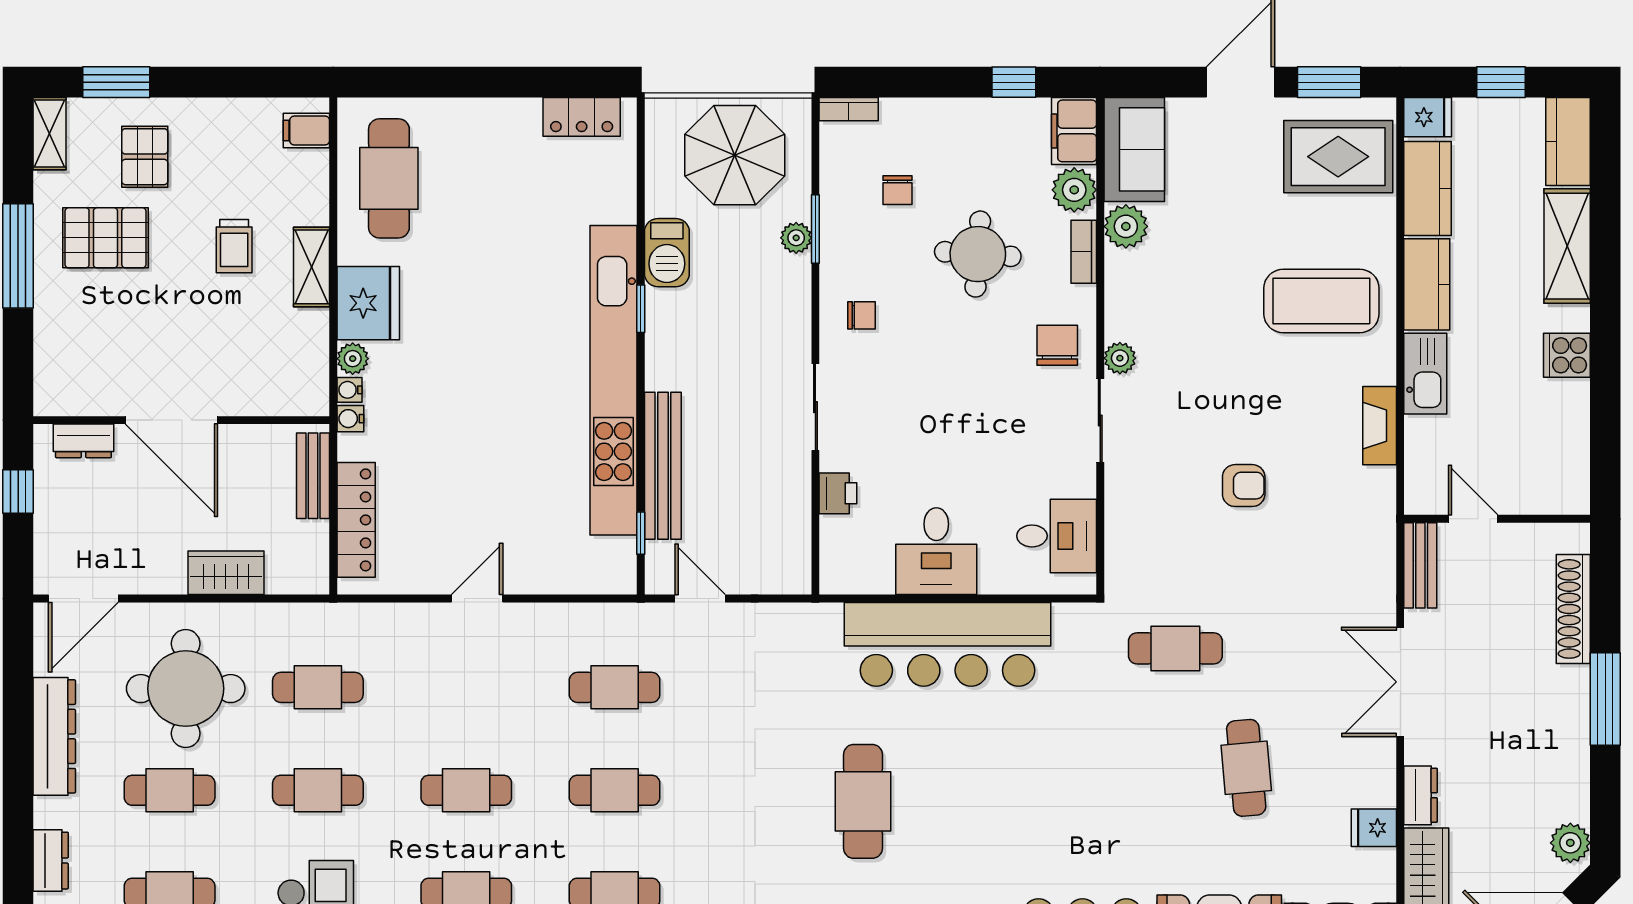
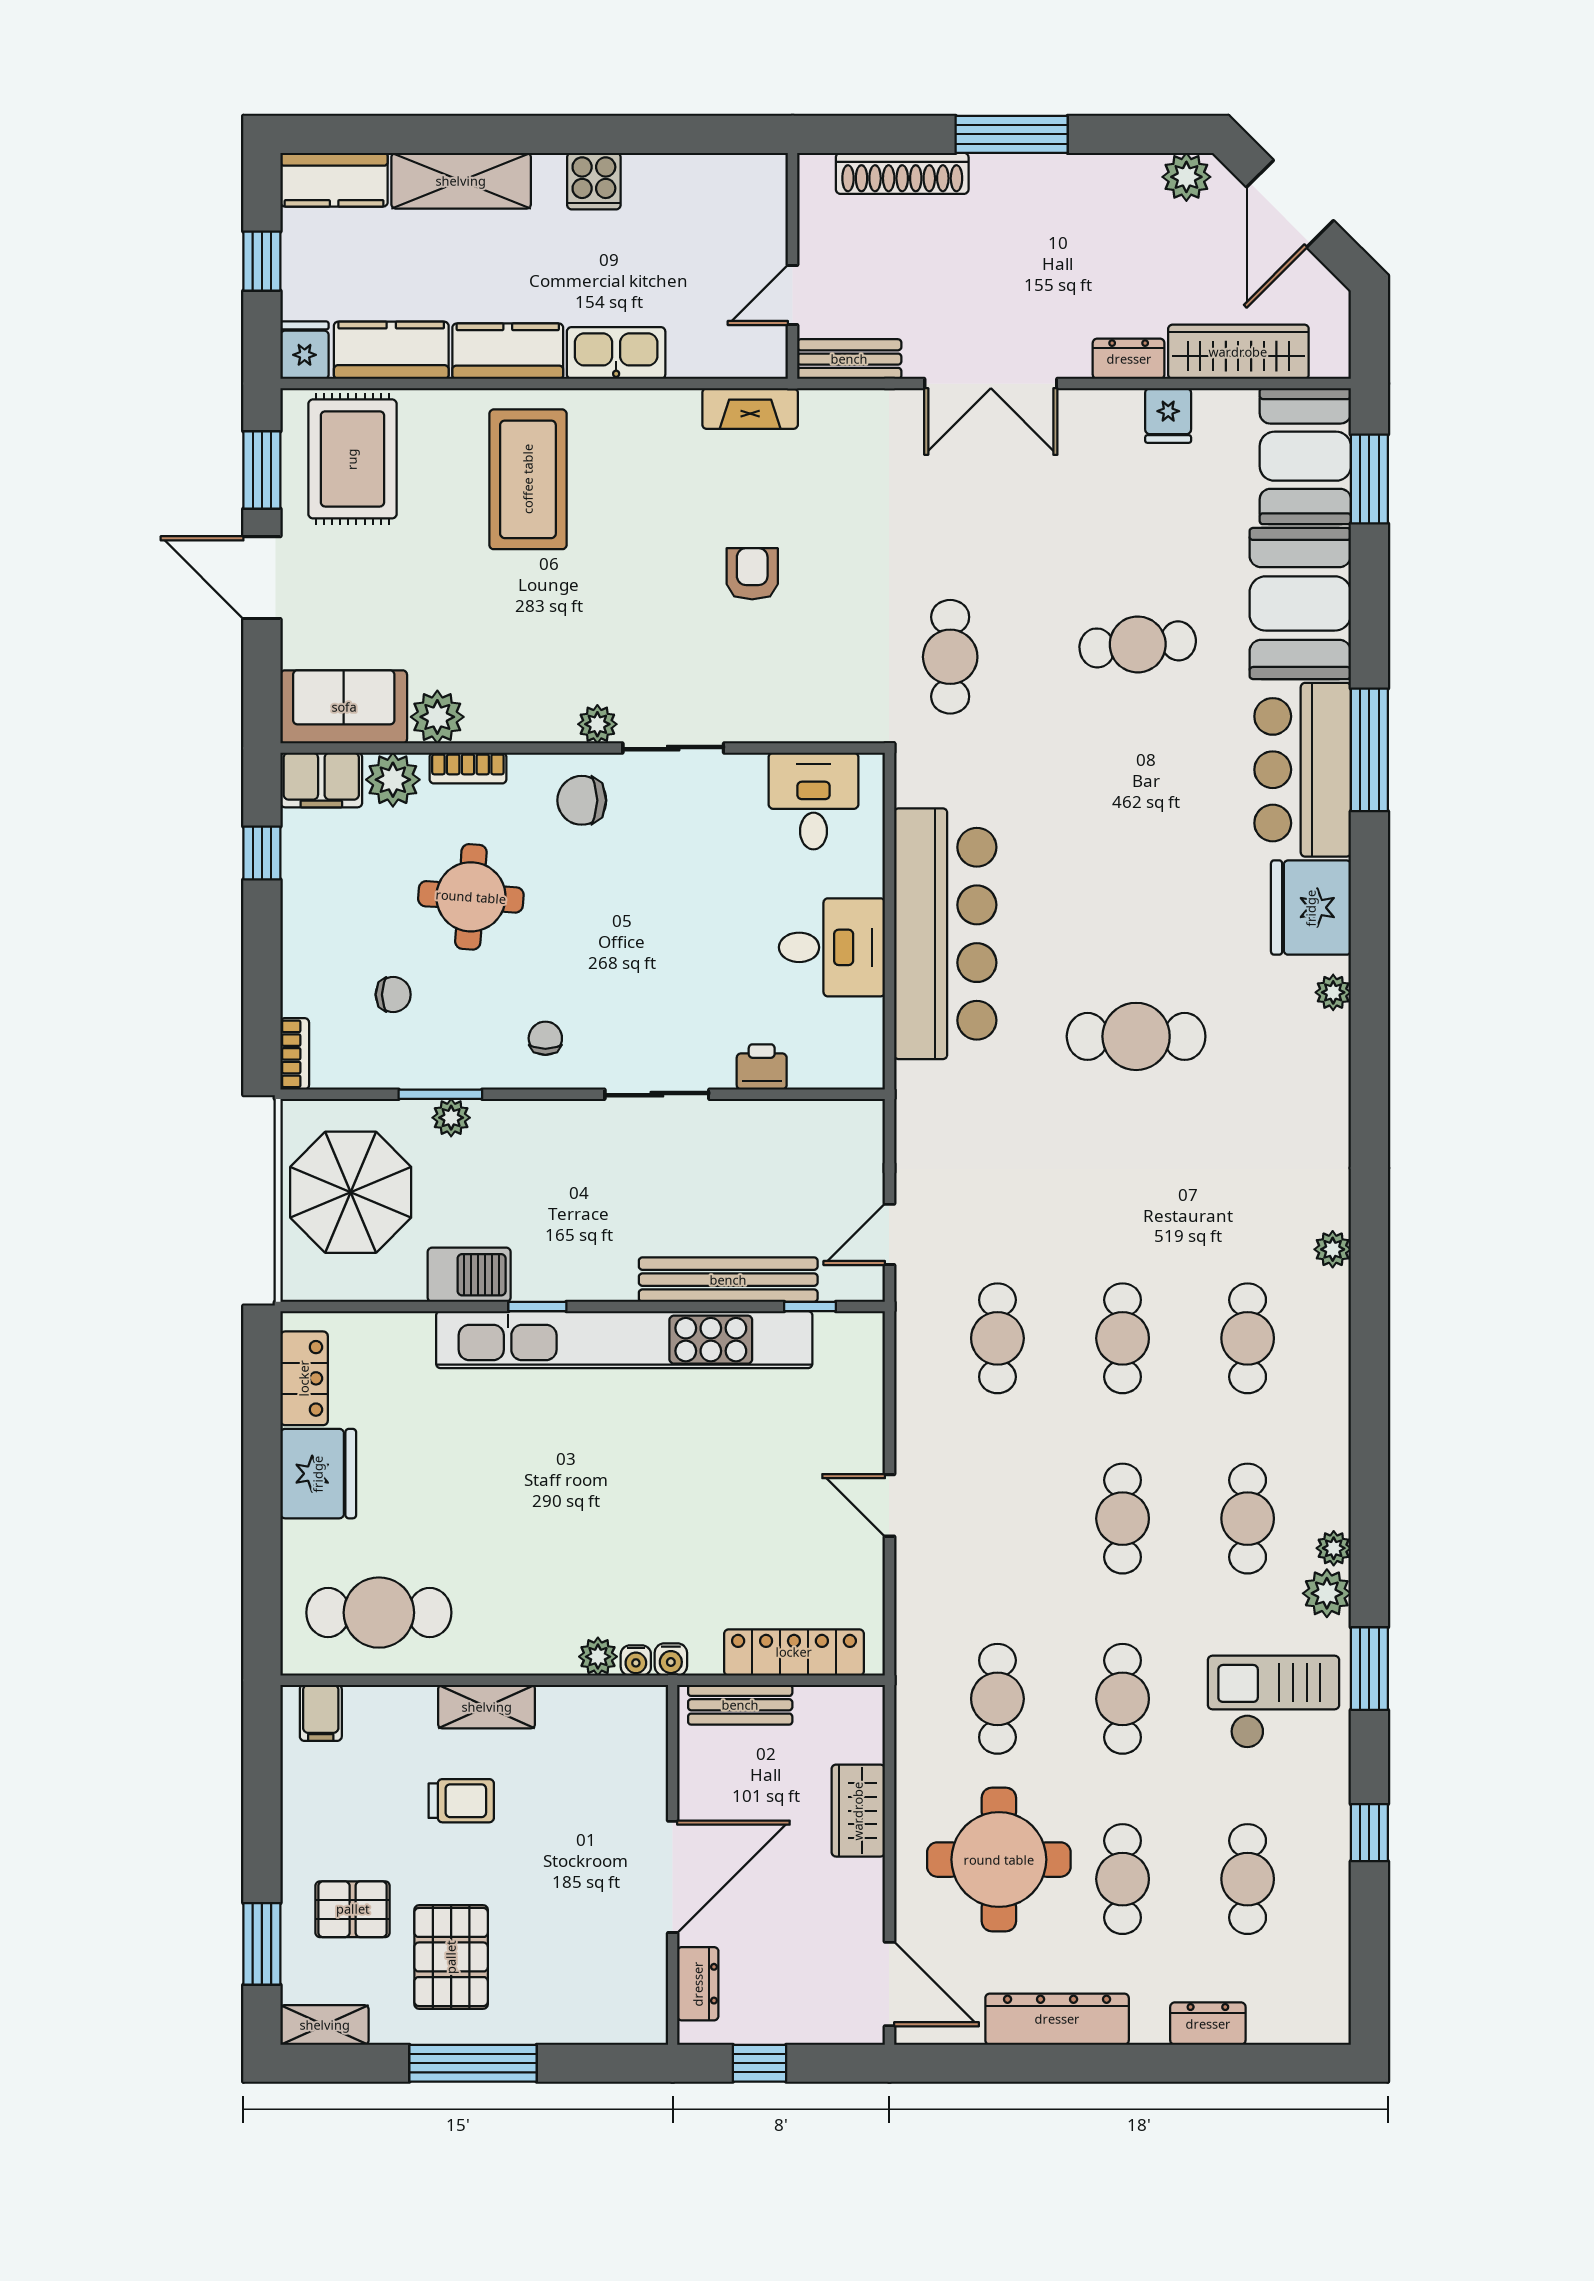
fridge: (368, 303) -> (318, 1474), moved, turned 90
fireplace: (1380, 426) -> (750, 409), moved
cafe table: (1246, 768) -> (1138, 644), moved

